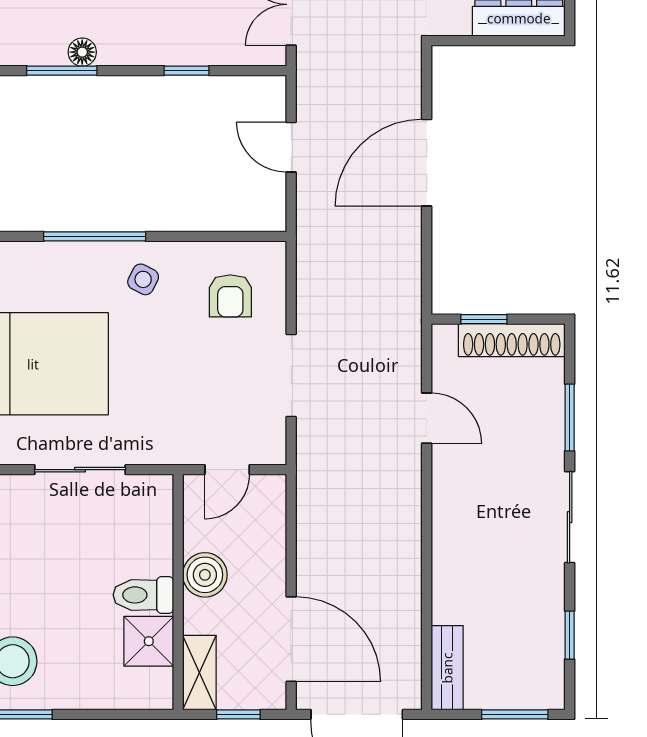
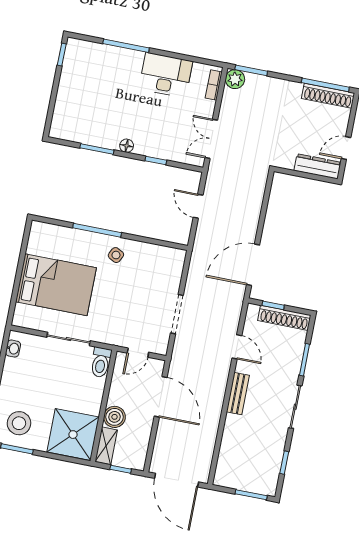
floor lamp: (82, 52) -> (127, 146), moved
door: (427, 163) -> (253, 265), moved
armchair: (230, 296) -> (156, 271), removed
boiler: (205, 575) -> (115, 417), moved
toilet: (143, 595) -> (101, 362), moved, turned -90
door: (291, 639) -> (161, 397), moved
shower: (149, 641) -> (73, 435), width x1.86, depth x1.86
bench: (447, 668) -> (238, 394), moved

